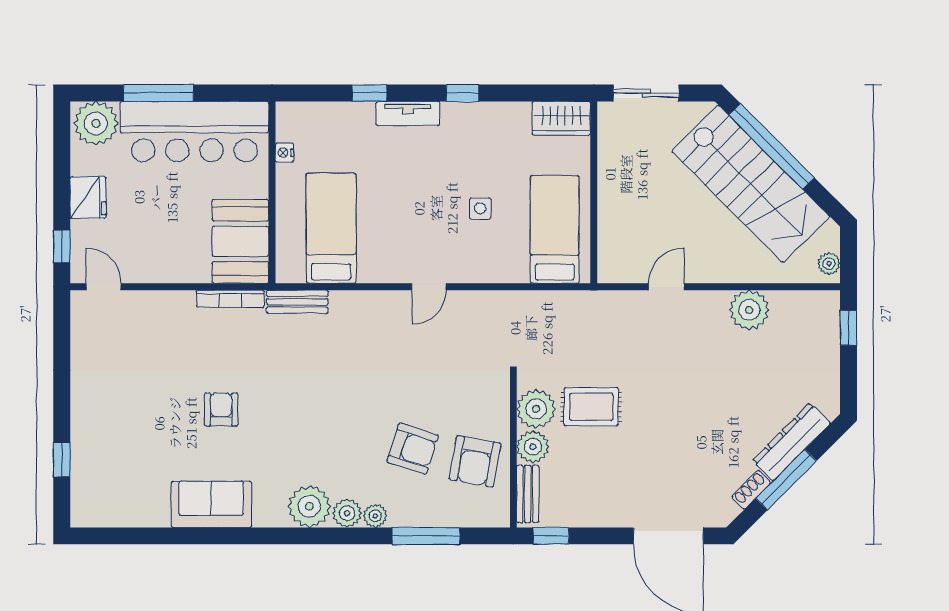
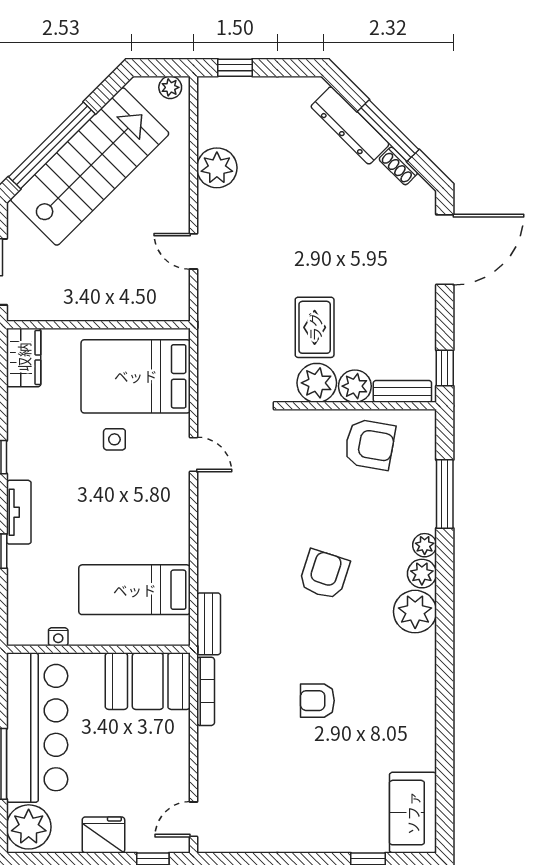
bed: (555, 229) -> (136, 376), width x1.50
door: (429, 287) -> (193, 454), moved
armchair: (413, 449) -> (324, 574), moved
sofa: (211, 504) -> (413, 813), moved

